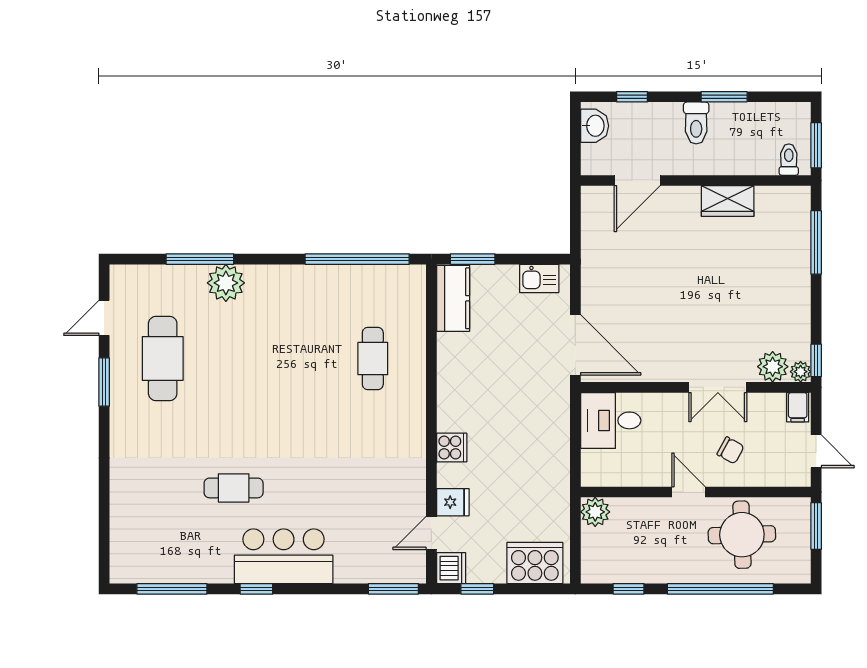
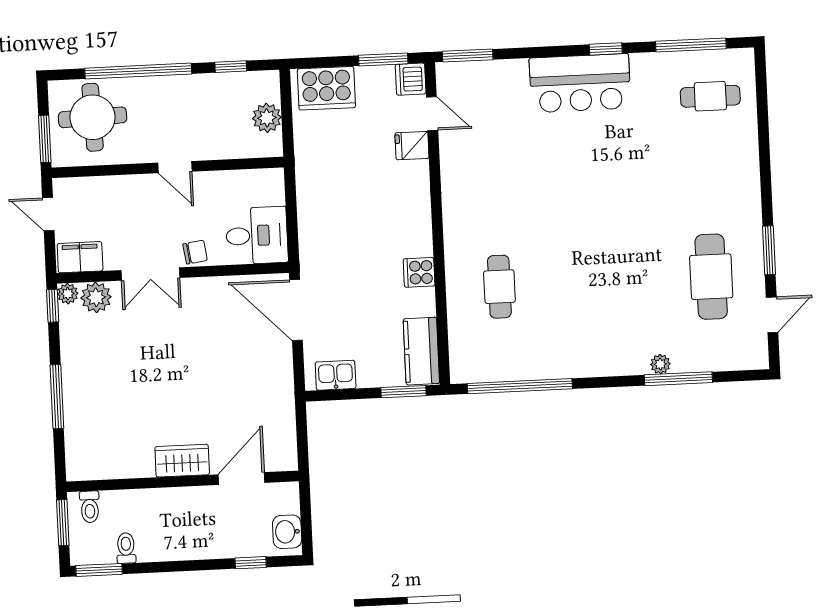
window: (724, 97) -> (99, 570), moved
toilet: (696, 123) -> (126, 548), moved, width x0.73, depth x0.72
wardrobe: (728, 201) -> (182, 461), moved
window: (816, 242) -> (57, 397), moved
plant: (226, 283) -> (660, 364), width x0.53, depth x0.53
double door: (718, 387) -> (150, 274), swing flipped
filing cabinet: (798, 407) -> (80, 257), width x2.00
cooker: (452, 448) -> (419, 272), moved
chair: (730, 450) -> (195, 252), moved, turned 143
cafe table: (234, 488) -> (710, 96), moved
plant: (595, 512) -> (267, 118), moved
door: (431, 533) -> (432, 114), hinge flipped
round table: (742, 535) -> (93, 117), moved
window: (477, 589) -> (383, 59), width x1.50

